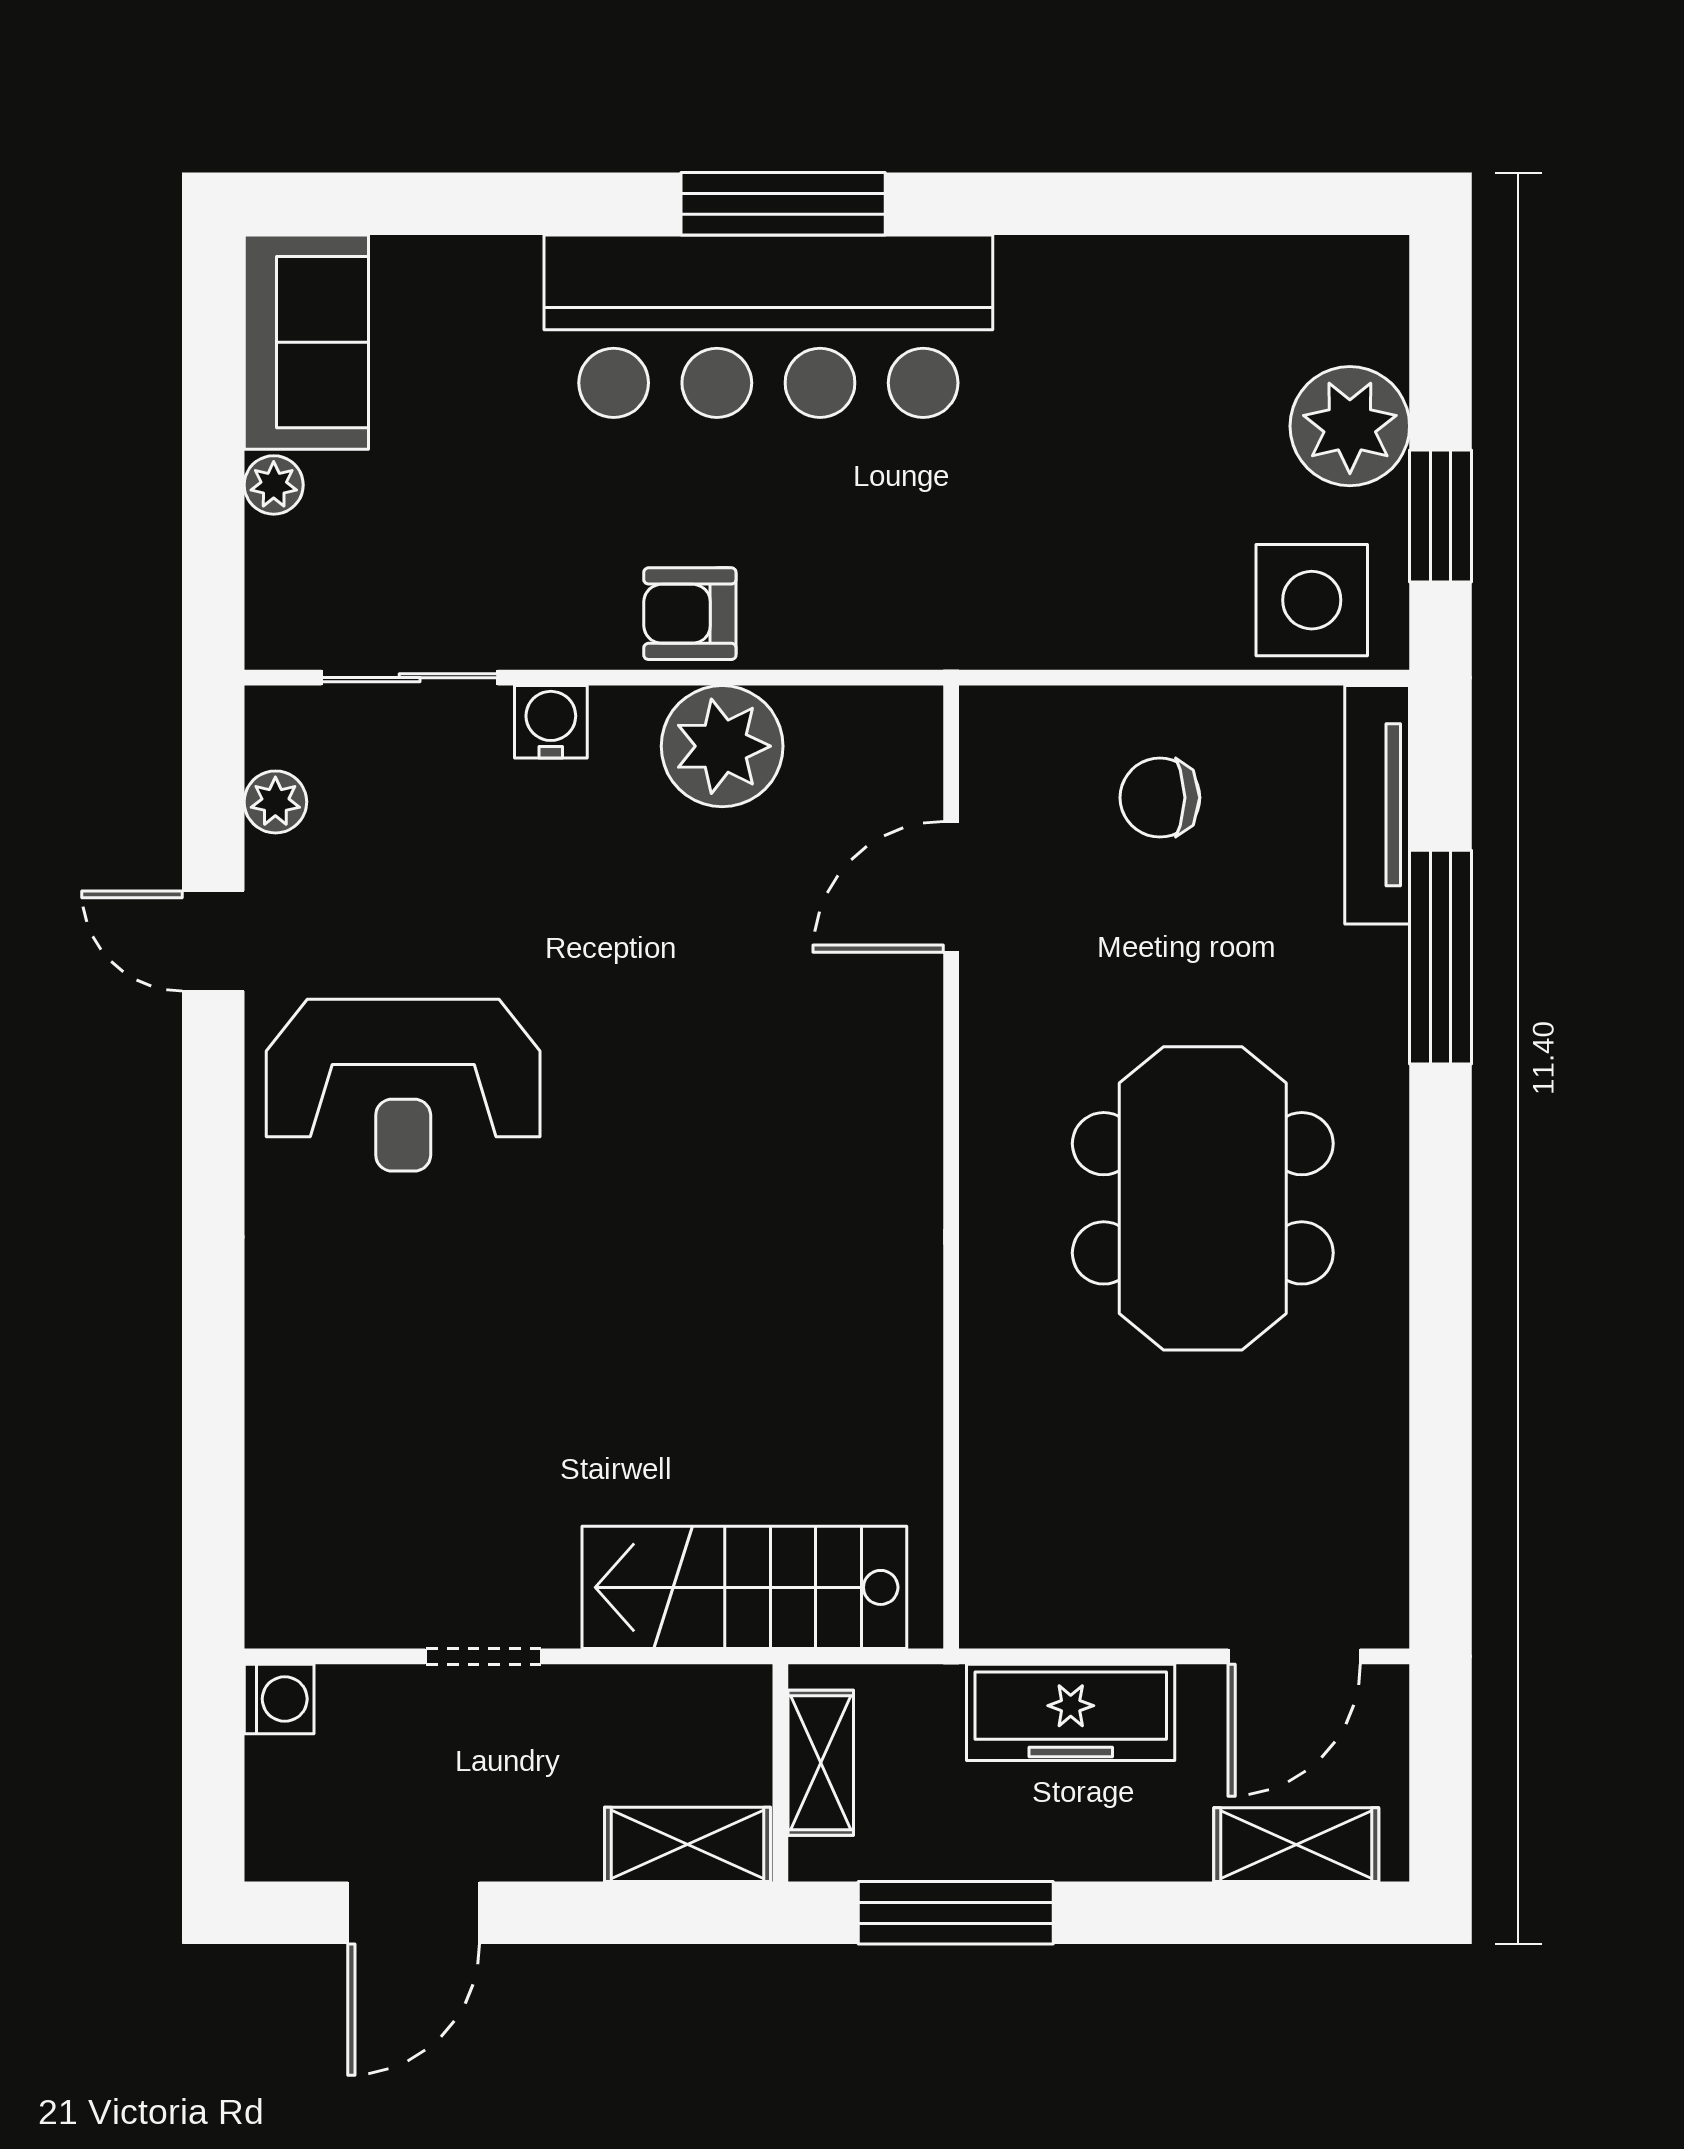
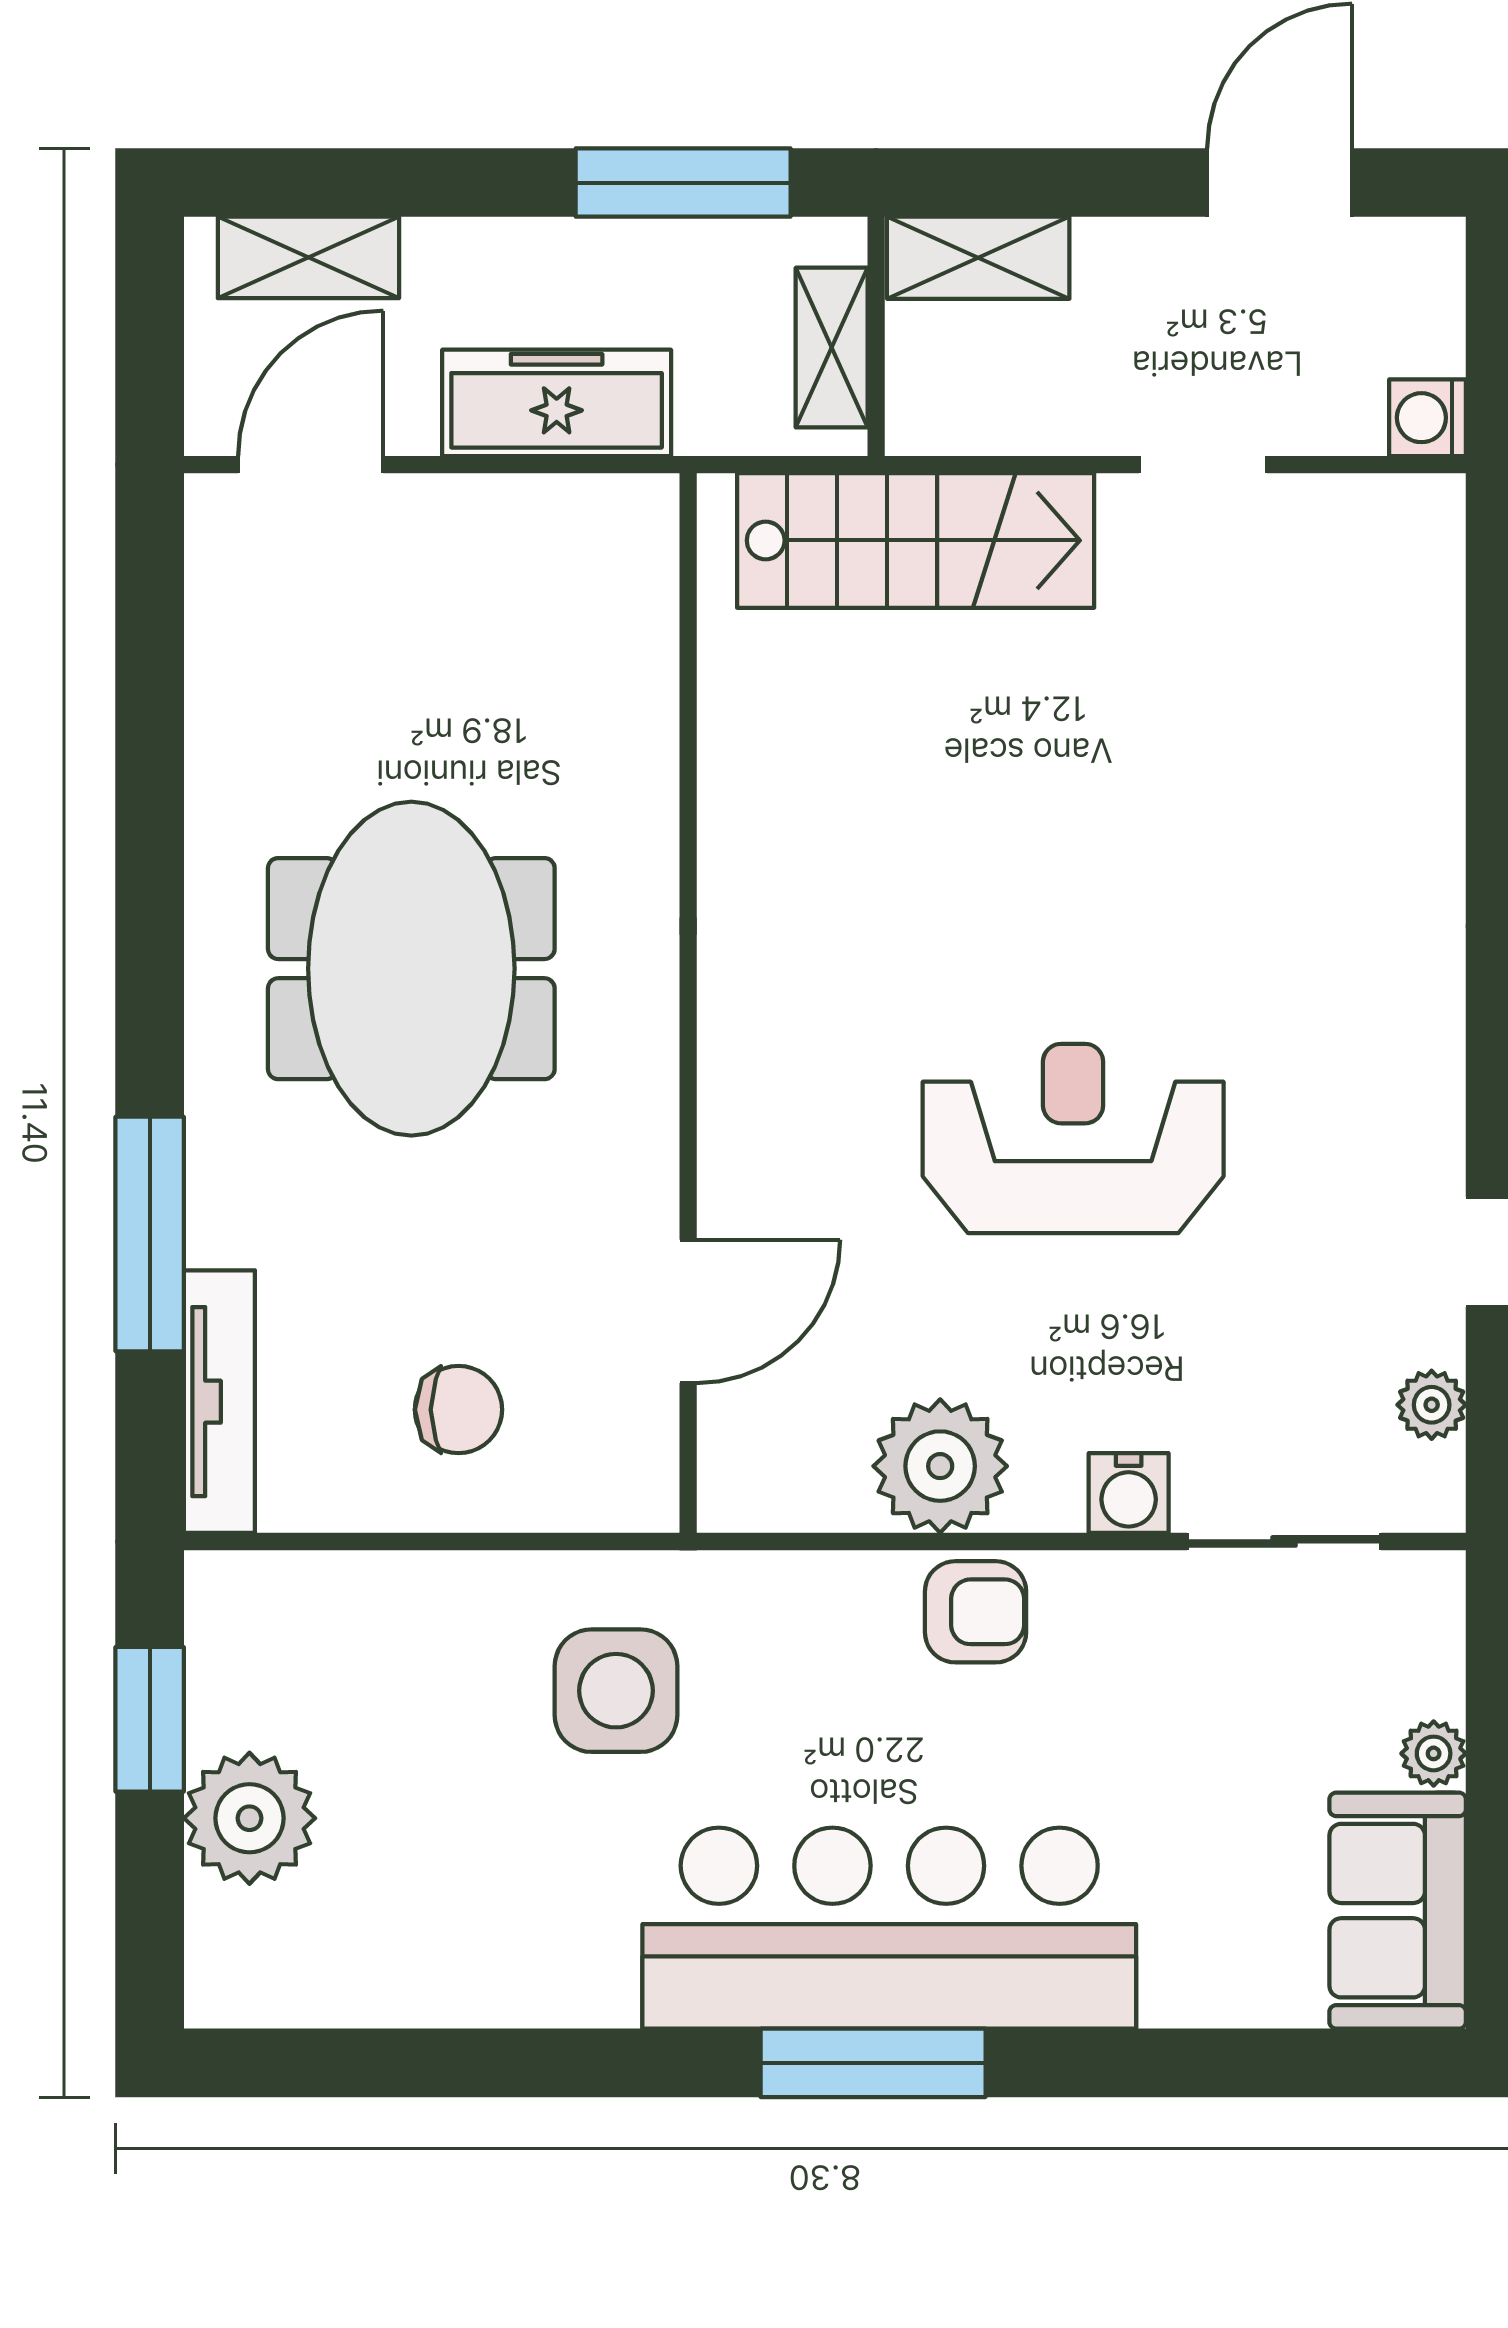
side table: (1312, 600) -> (616, 1691), moved
reception desk: (403, 1085) -> (1073, 1138), moved

